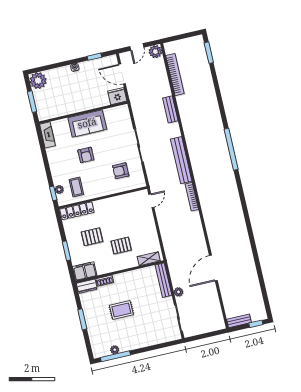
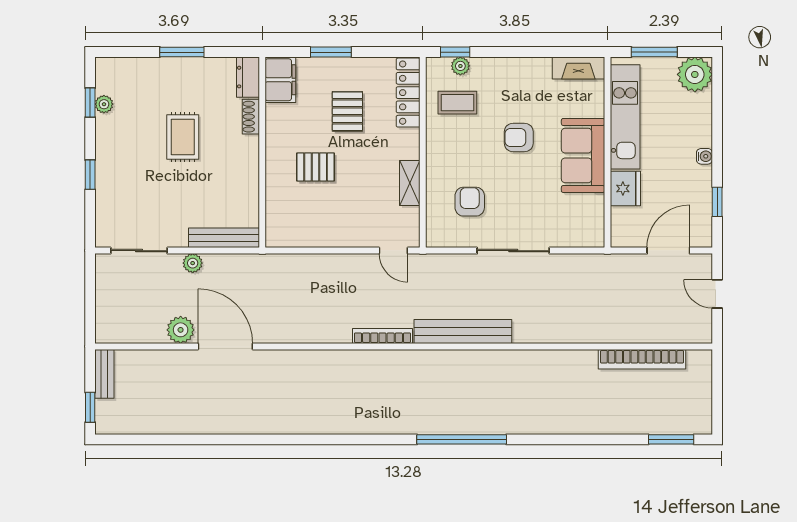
plant: (155, 52) -> (181, 330), moved
fridge: (117, 96) -> (625, 189), moved
kitchen unit: (65, 108) -> (625, 117), added
bench: (170, 109) -> (572, 333), removed
pallet: (121, 246) -> (316, 167), turned 90
shelving: (149, 259) -> (410, 183), moved
window: (149, 349) -> (90, 175), added
window: (115, 356) -> (90, 103), width x0.46

